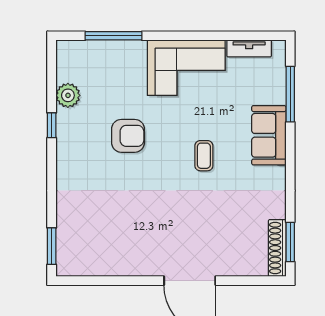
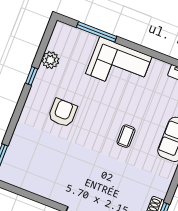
corner sofa: (186, 68) -> (119, 65), moved
armchair: (128, 136) -> (63, 113), moved, turned -90

